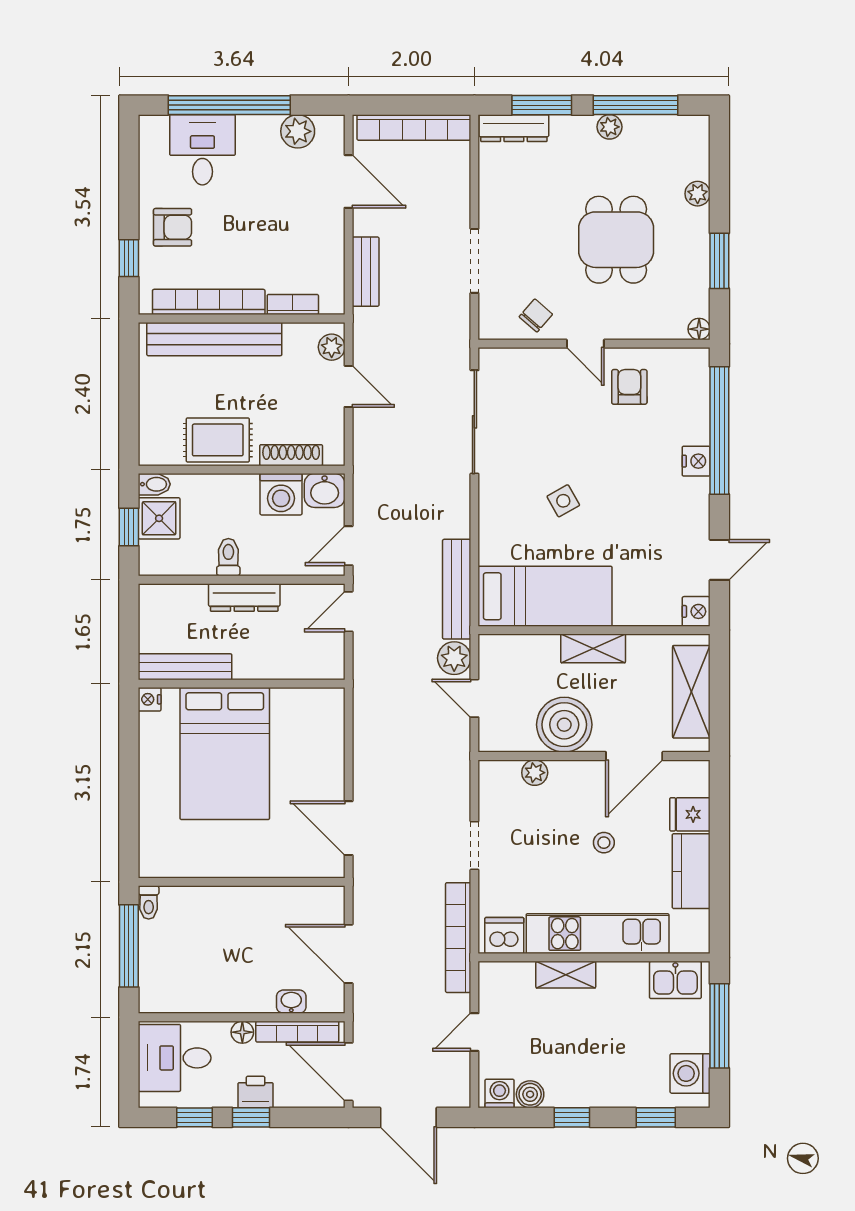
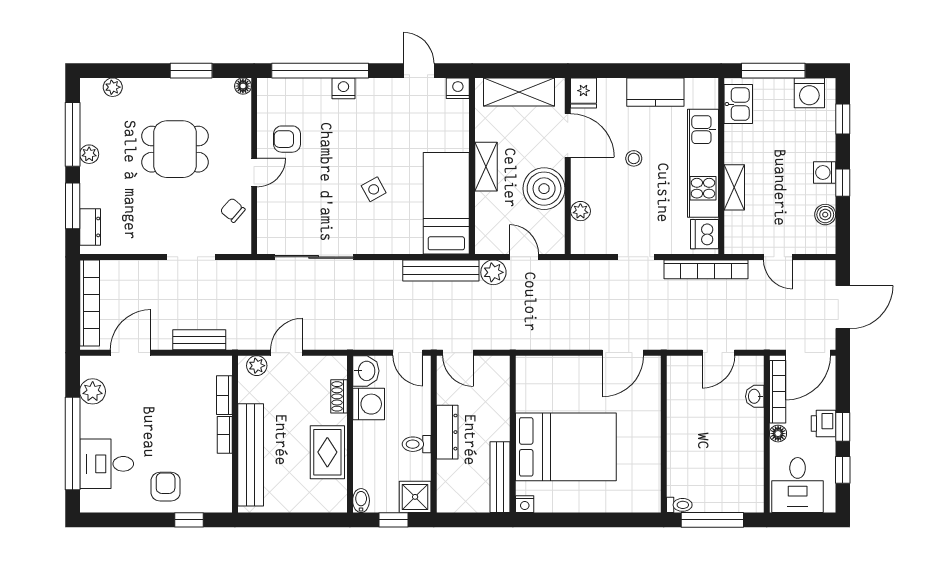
dresser: (514, 128) -> (90, 227), width x0.70
plant: (698, 194) -> (113, 87), moved
bookcase: (209, 302) -> (225, 435), width x0.43, depth x0.76
shoe rack: (291, 455) -> (339, 396), width x0.70
shower: (159, 518) -> (415, 497), moved
door: (474, 698) -> (524, 257), swing flipped
fridge: (690, 814) -> (583, 93), moved
door: (349, 954) -> (718, 353), width x0.73
washing machine: (500, 1094) -> (825, 172), moved

